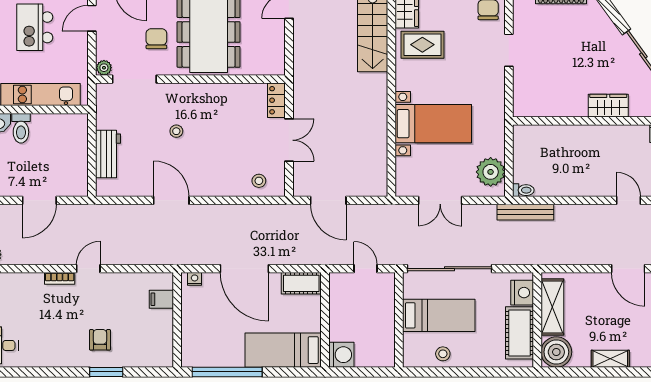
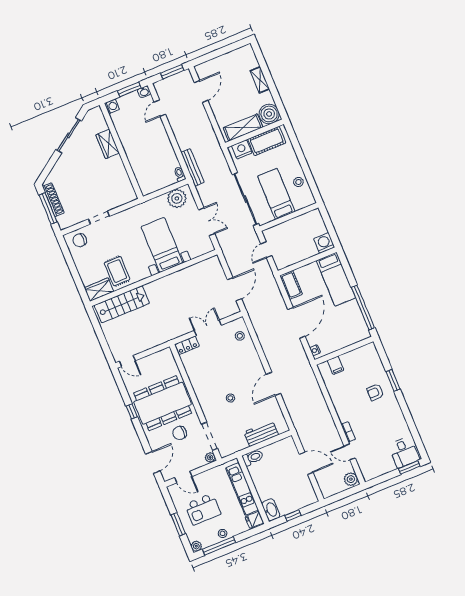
toilet: (21, 128) -> (253, 457), moved
door: (88, 269) -> (350, 452), moved

